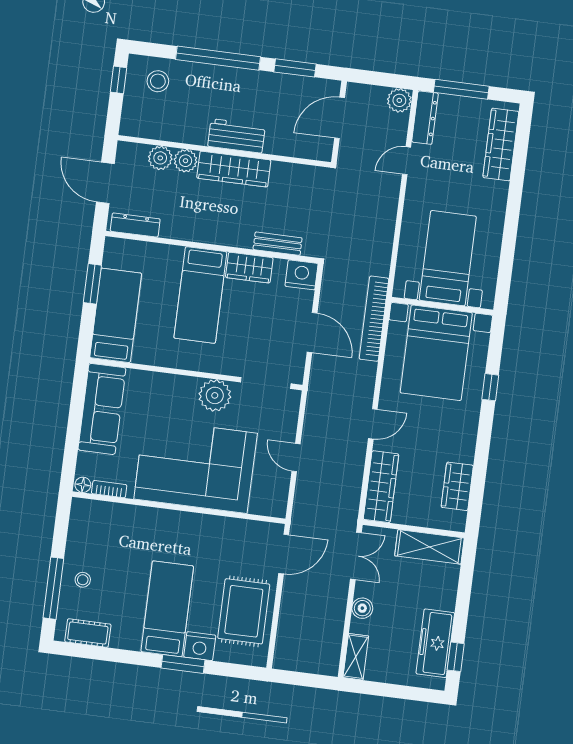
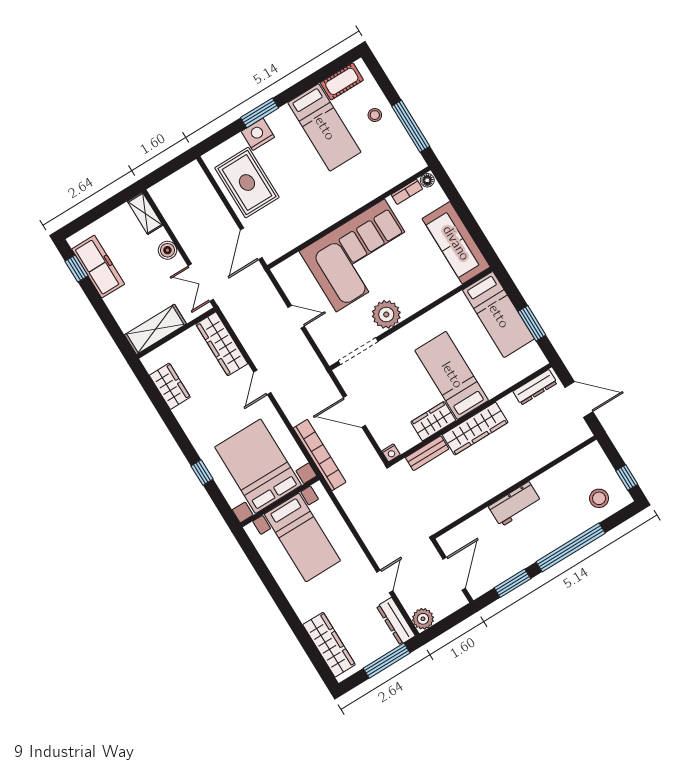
plant: (160, 158) -> (555, 447), removed
plant: (185, 161) -> (536, 459), removed
wardrobe: (234, 169) -> (475, 429), moved, turned 180
nightstand: (302, 275) -> (391, 453), width x0.53, depth x0.56
window: (53, 588) -> (411, 126), moved
bed: (167, 609) -> (324, 127), moved

